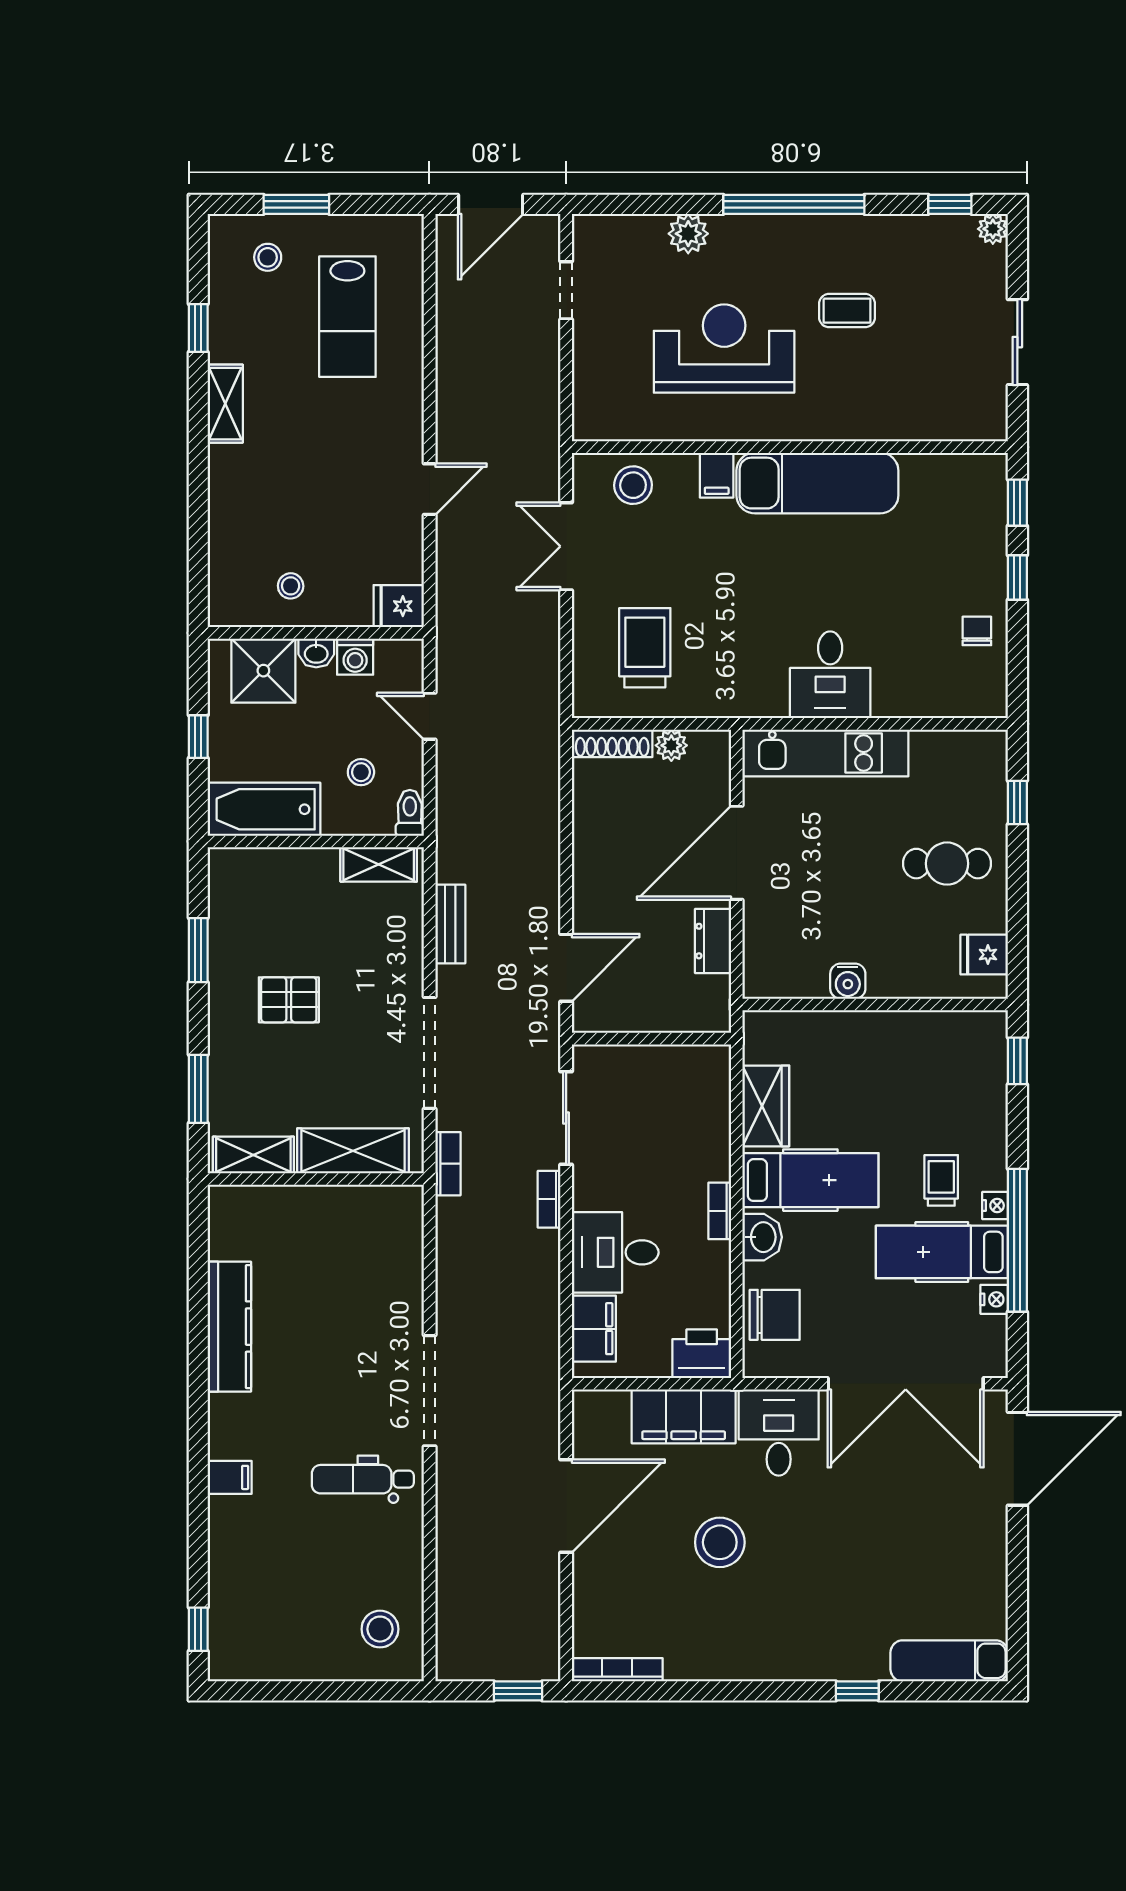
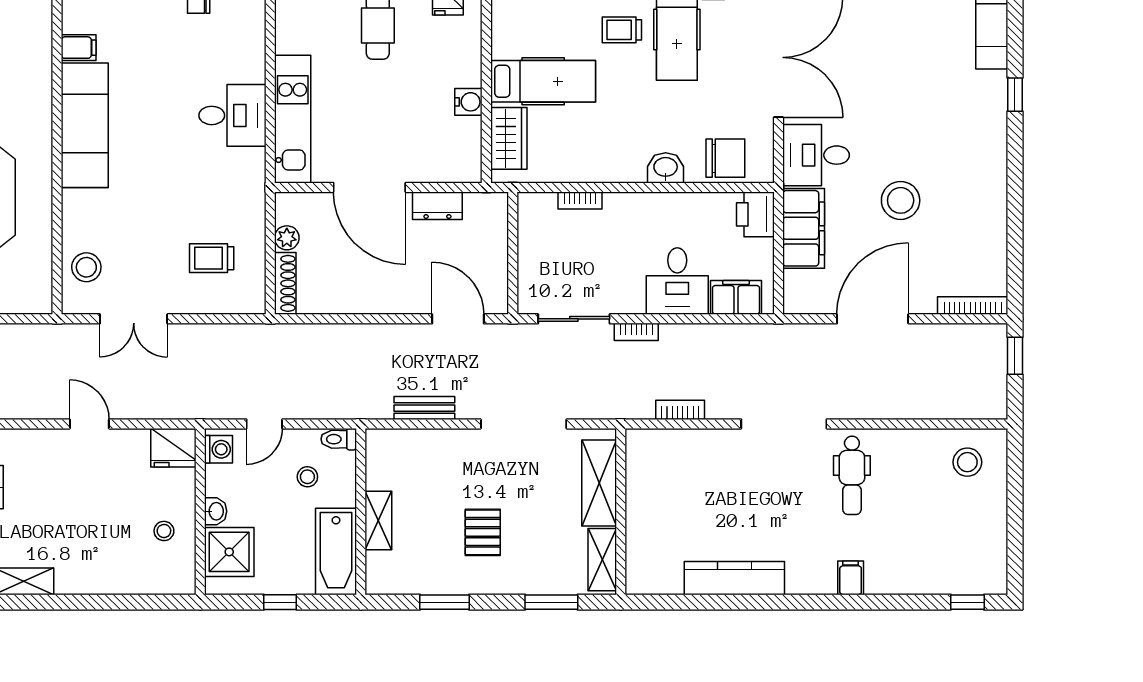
filing cabinet: (717, 475) -> (79, 48), moved
fridge: (399, 606) -> (173, 448), width x1.38
trolley: (645, 648) -> (212, 258), width x0.73, depth x0.72
washing machine: (355, 657) -> (218, 449), moved
shelving: (379, 864) -> (378, 520), moved
wardrobe: (766, 1106) -> (509, 138), moved, turned 90
bookcase: (448, 1164) -> (680, 410), moved
hospital bed: (810, 1180) -> (543, 81), moved, turned 90
bookcase: (720, 1211) -> (580, 200), moved
chair: (775, 1315) -> (725, 158), turned 90
door: (566, 1506) -> (873, 319), hinge flipped
bookcase: (617, 1670) -> (973, 305), moved, turned 90

